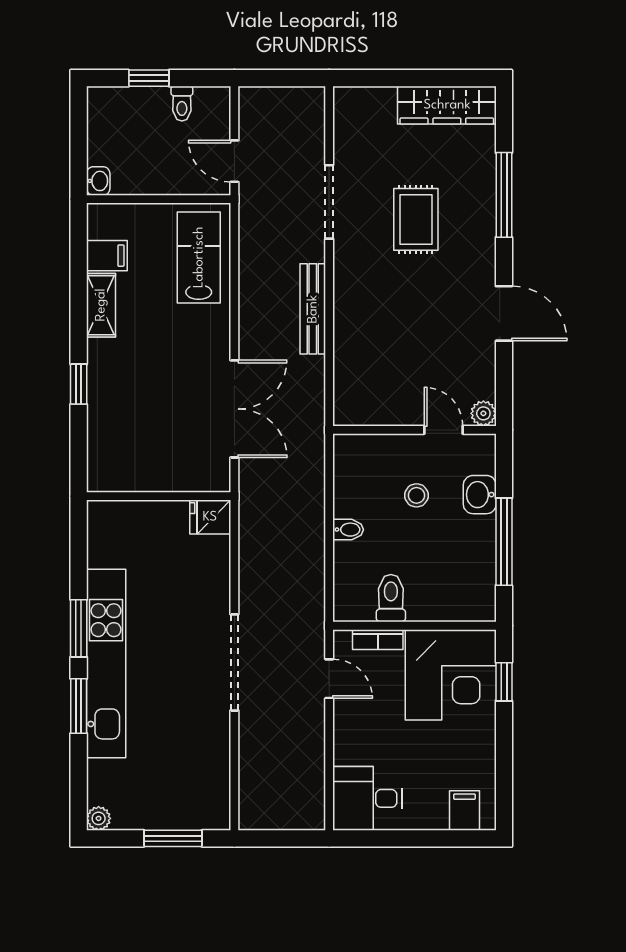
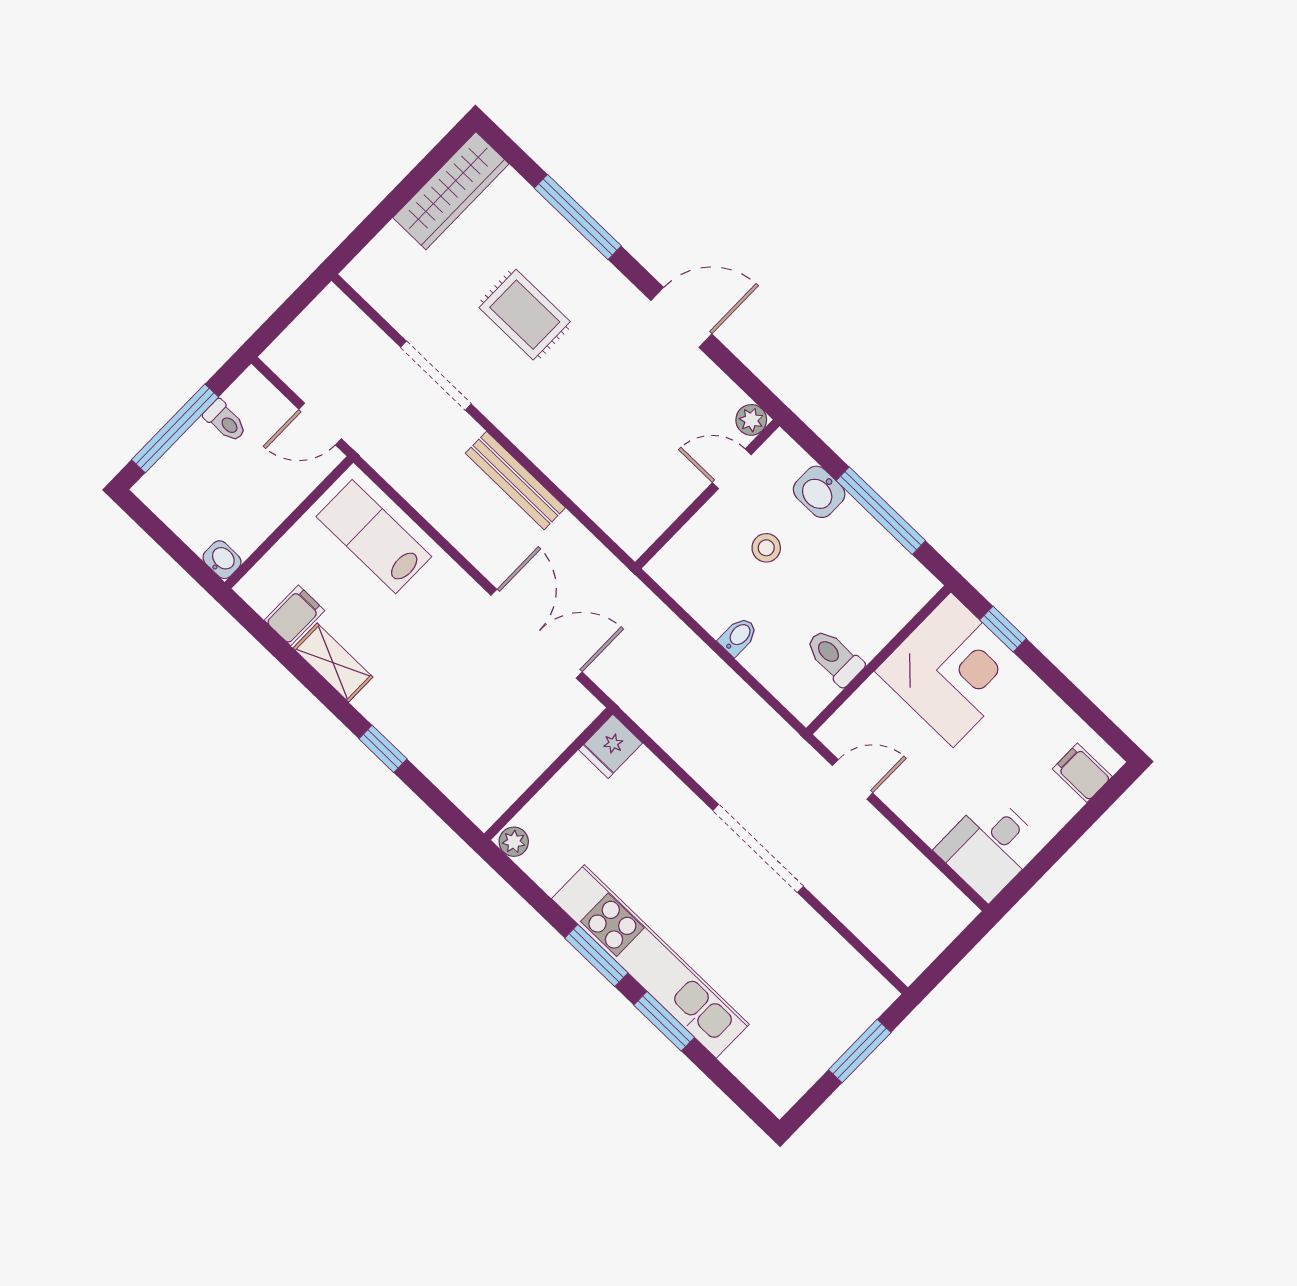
window: (149, 78) -> (175, 428), width x2.17
bookcase: (378, 640) -> (859, 704), removed
plant: (99, 818) -> (514, 842), moved

